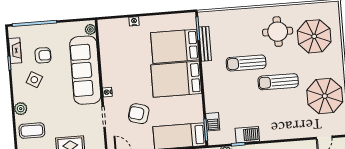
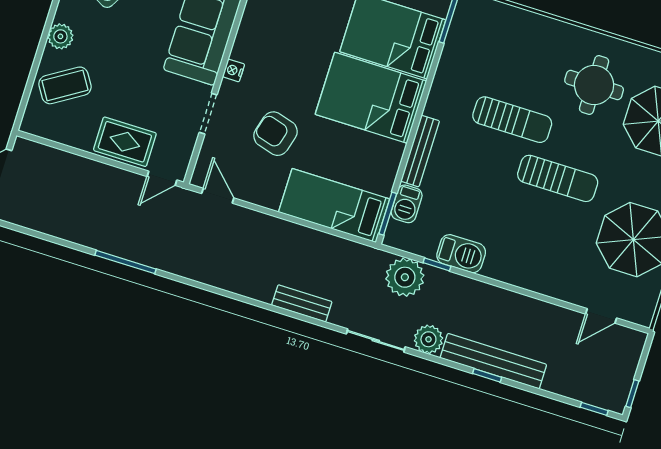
bench: (205, 44) -> (420, 151), moved
sun lounger: (246, 63) -> (512, 120), turned 180
sun lounger: (278, 82) -> (558, 178), turned 180
coffee table: (32, 131) -> (65, 85), turned -32

